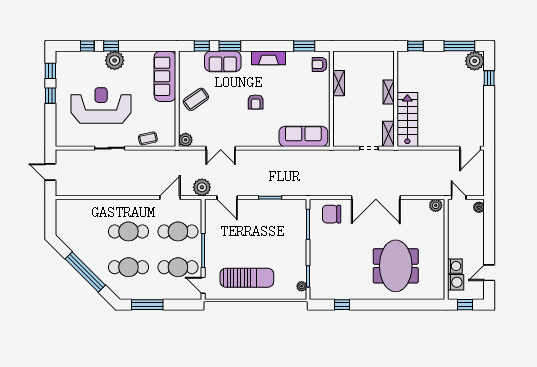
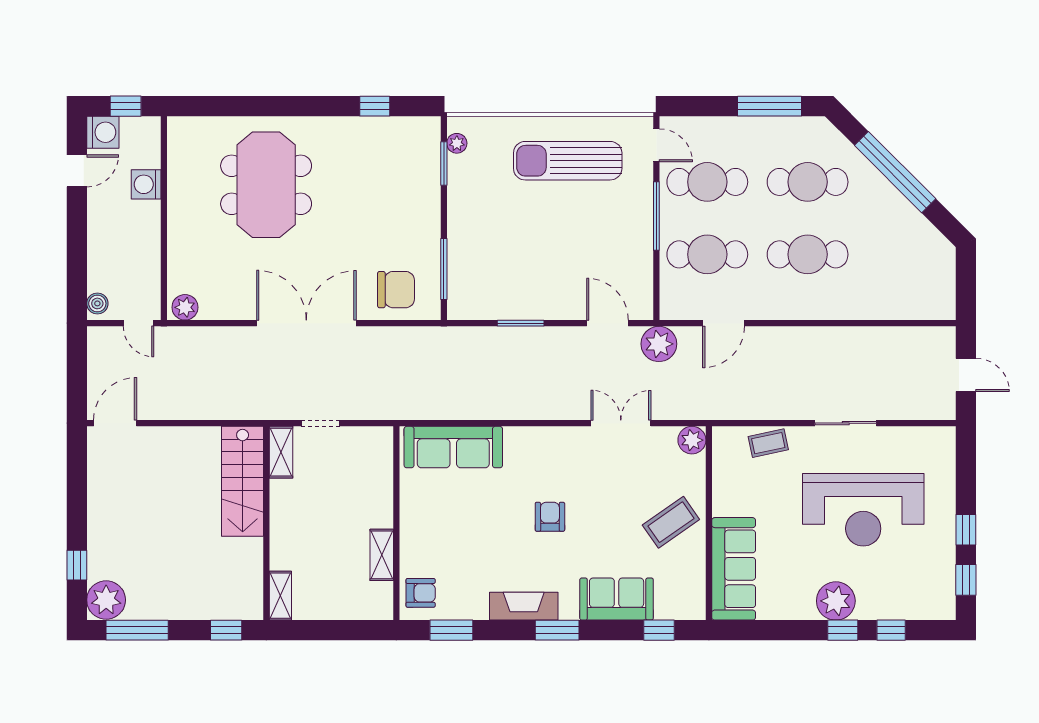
window: (230, 46) -> (557, 630), moved
shelving: (389, 92) -> (280, 596), moved
washing machine: (456, 282) -> (103, 132), moved, turned 180

